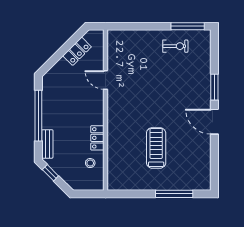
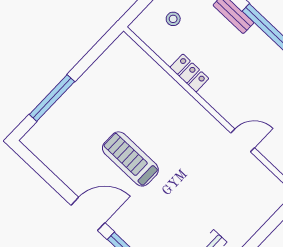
treadmill: (156, 148) -> (130, 159), moved, turned 180
stool: (90, 163) -> (173, 19), moved

